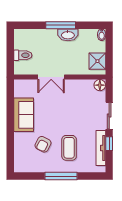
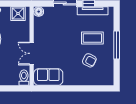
toilet: (23, 55) -> (24, 78), moved
double door: (51, 77) -> (32, 53), swing flipped
sofa: (24, 115) -> (48, 77), moved

